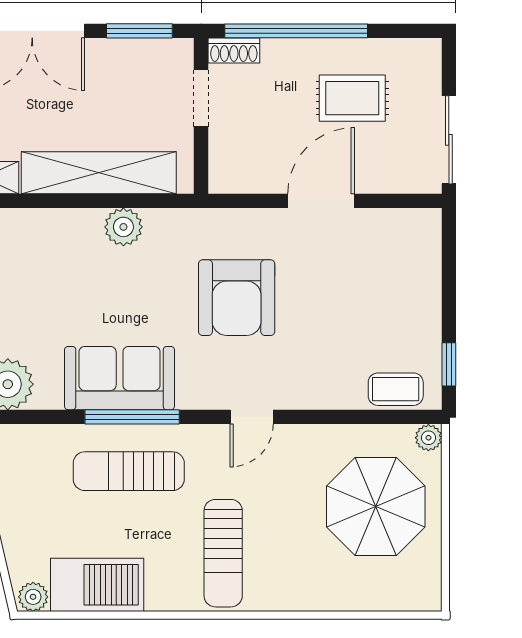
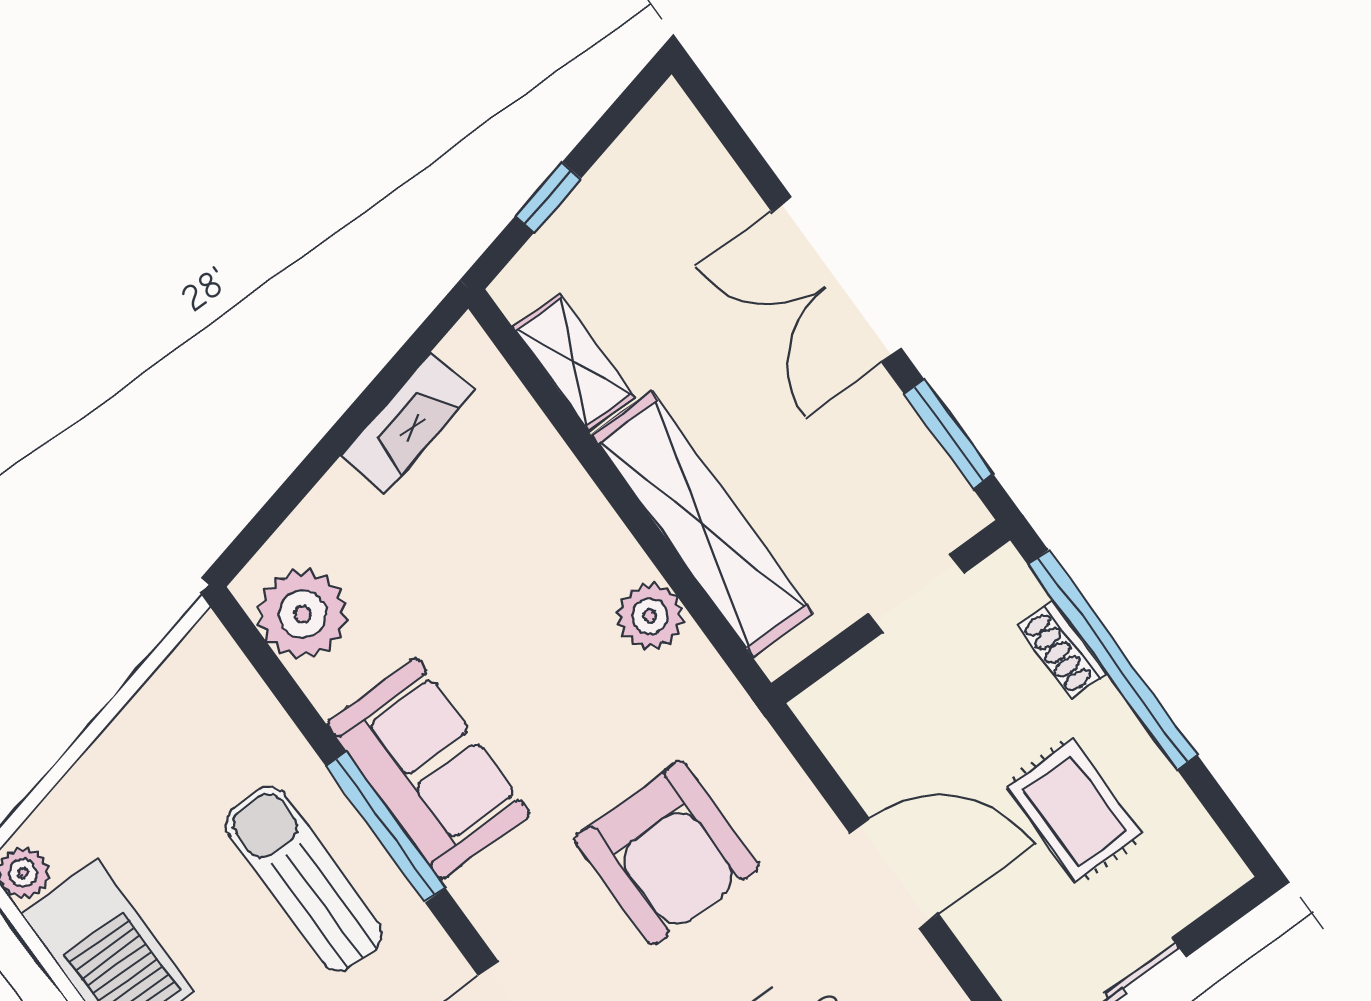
shoe rack: (234, 51) -> (1062, 649), moved
armchair: (237, 298) -> (667, 853), turned -90

